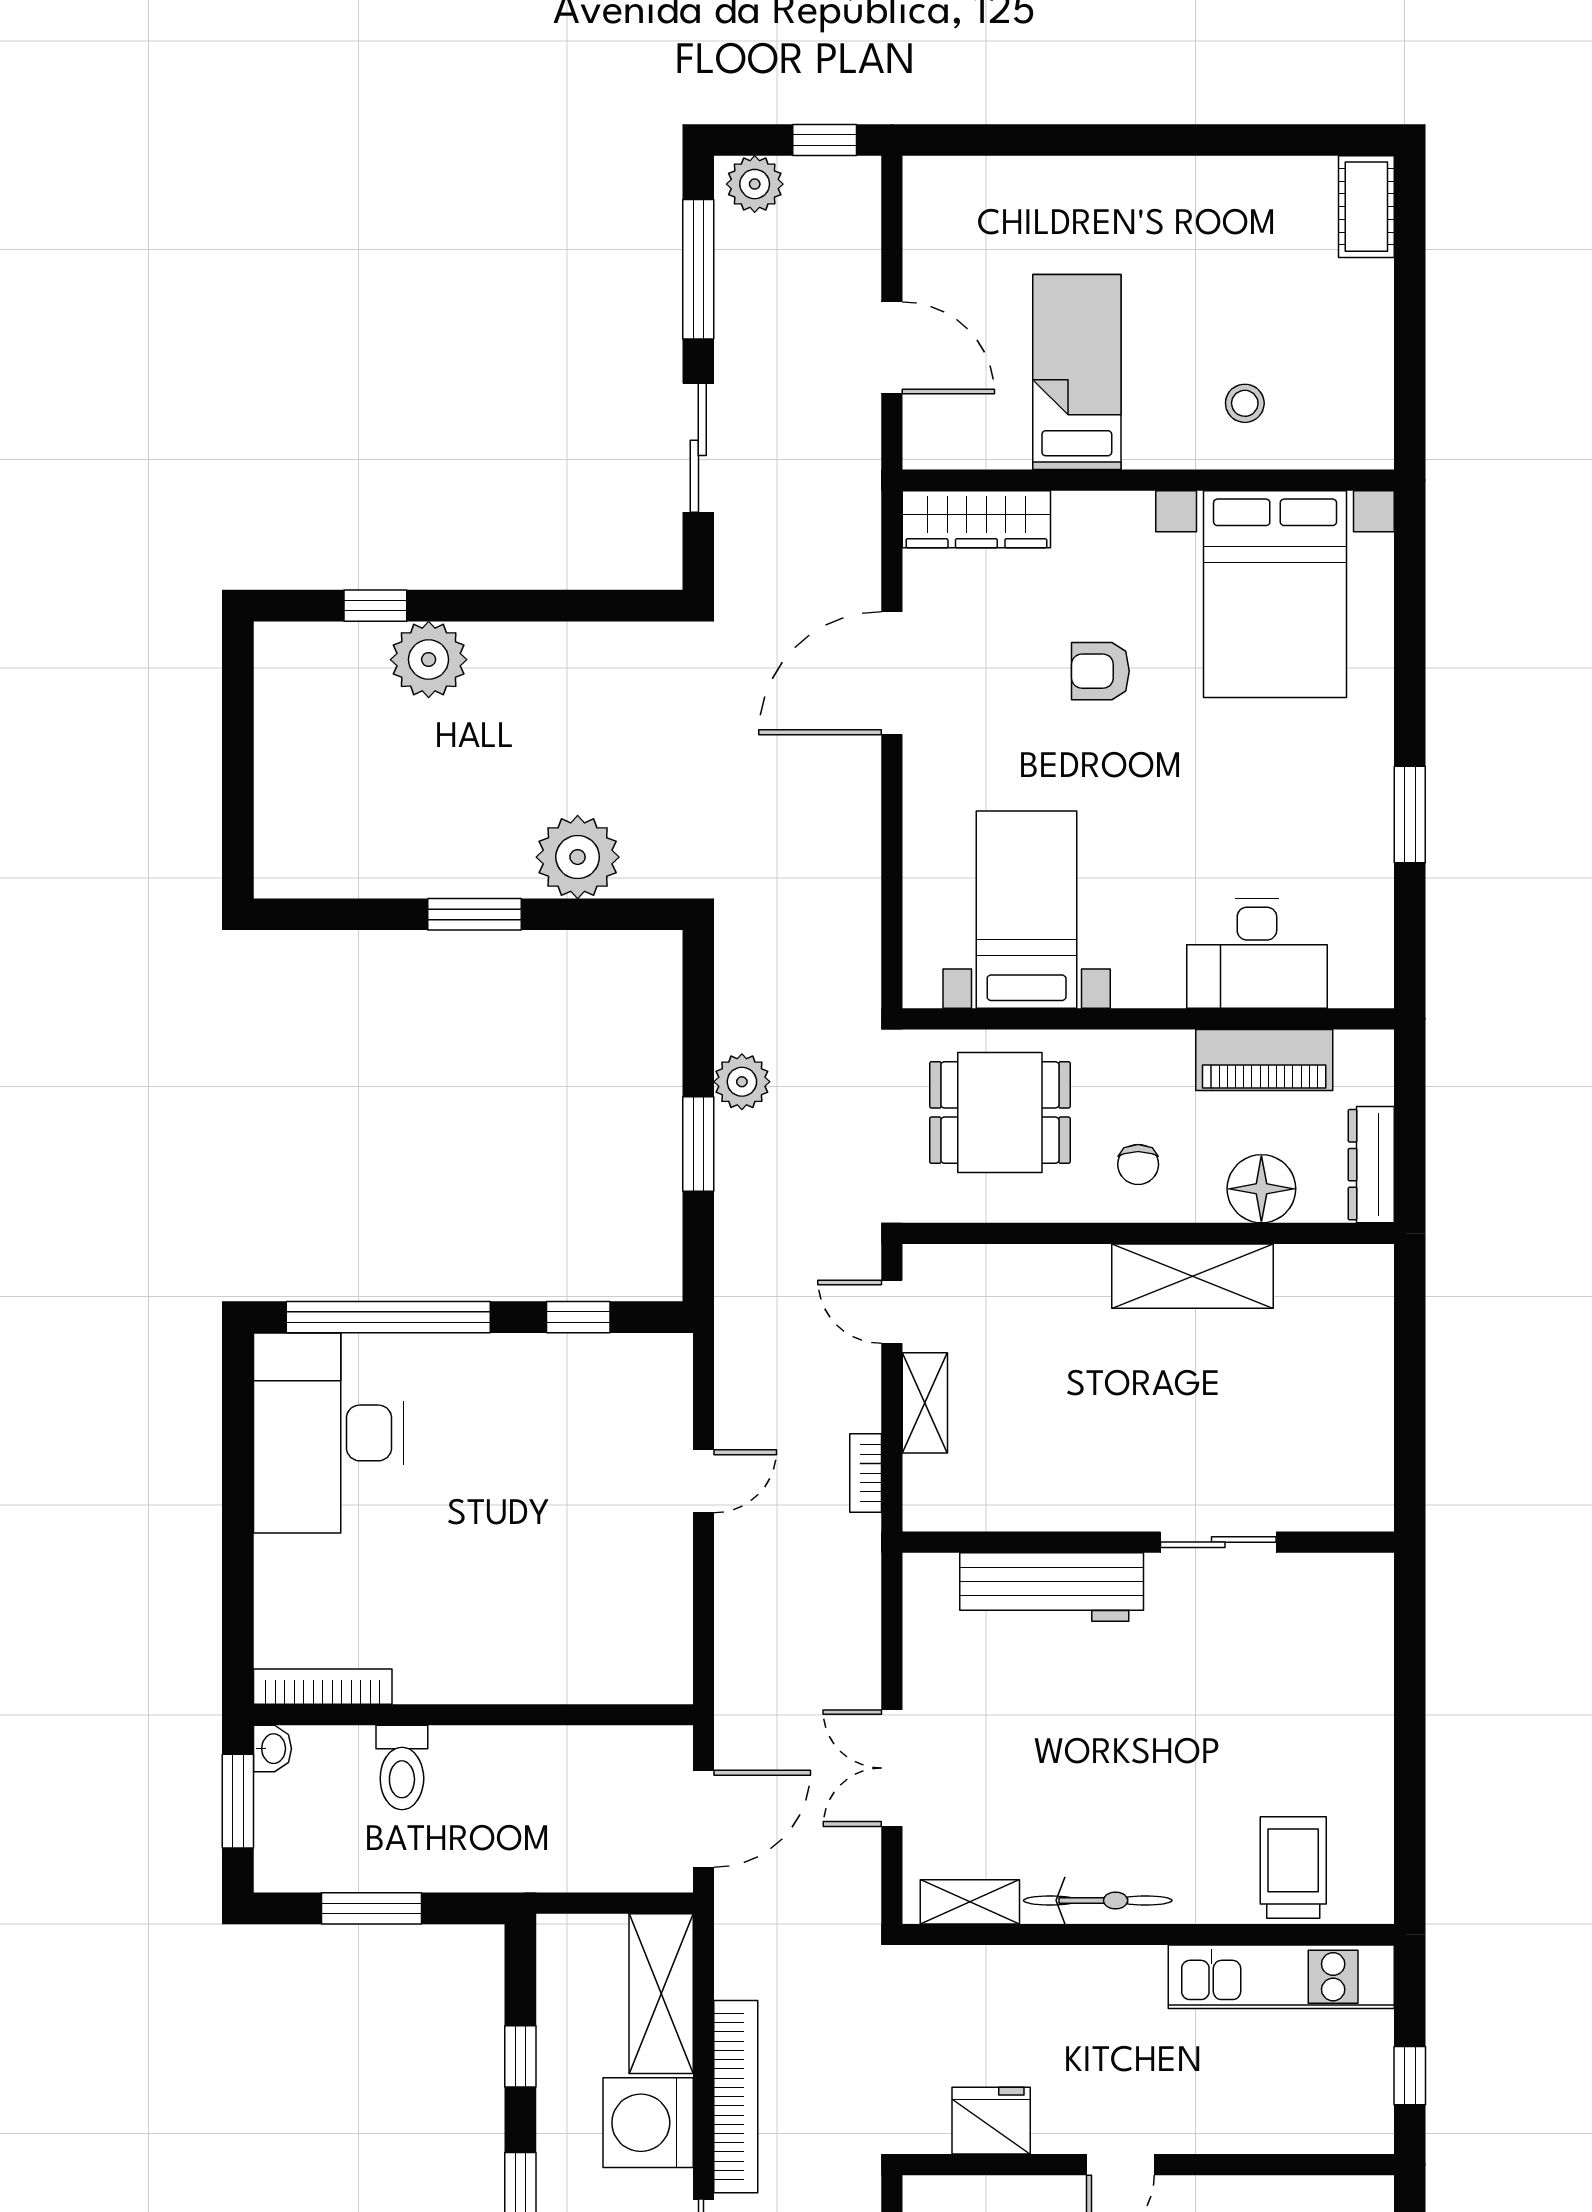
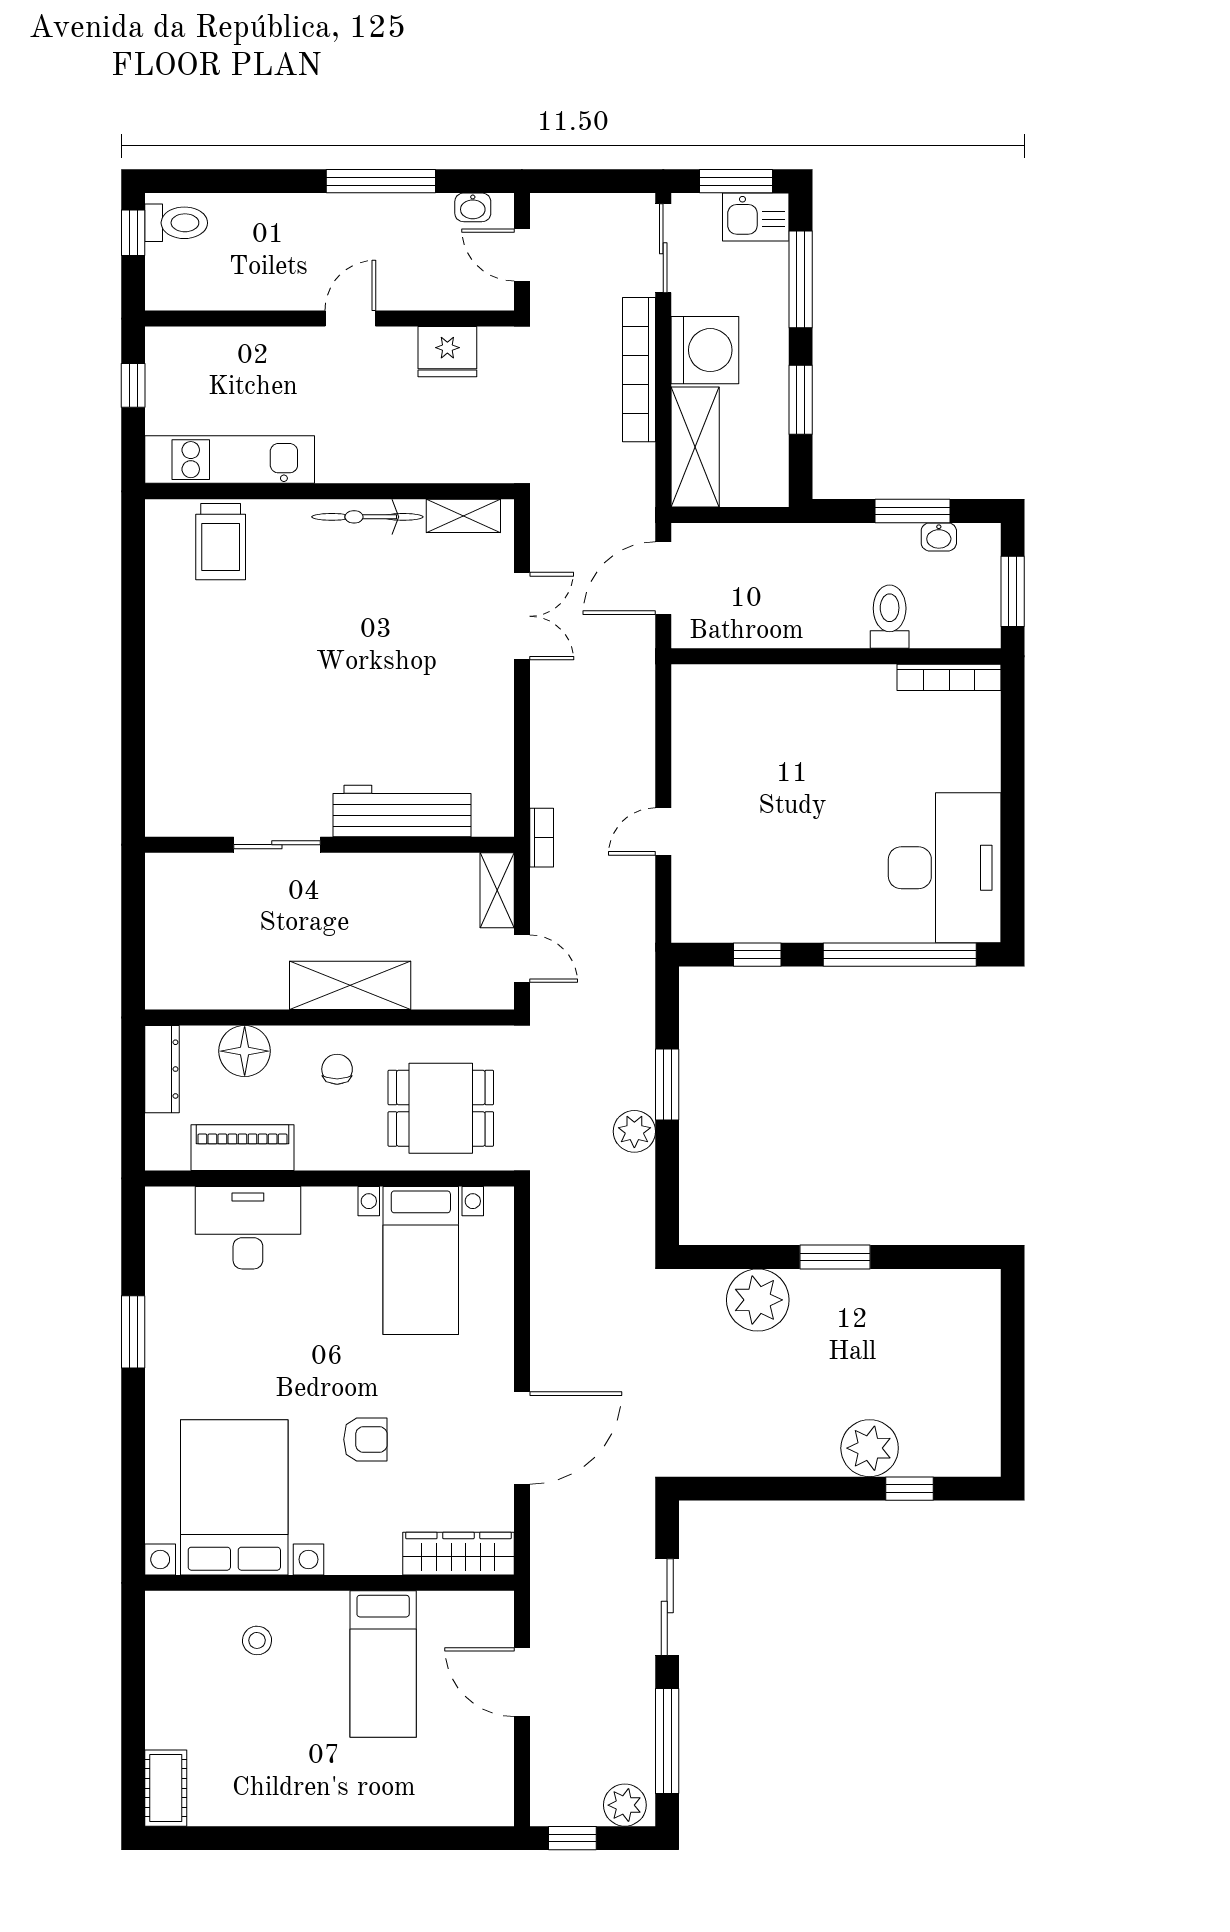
shelving: (1192, 1276) -> (350, 985), moved
wall: (1148, 1542) -> (330, 845), moved
sliding door: (1218, 1542) -> (277, 845), moved
workbench: (1052, 1587) -> (402, 811), moved
washbasin: (272, 1749) -> (939, 537), moved, turned -90
window: (520, 2056) -> (801, 400), width x1.50

